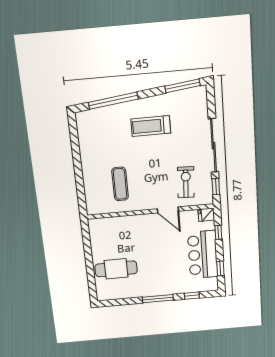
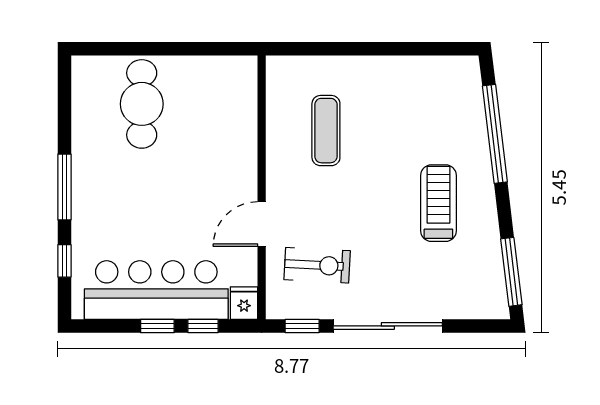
exercise mat: (120, 184) -> (326, 131), turned 90
bar counter: (203, 255) -> (156, 290), width x1.36
window: (220, 268) -> (157, 326), moved

